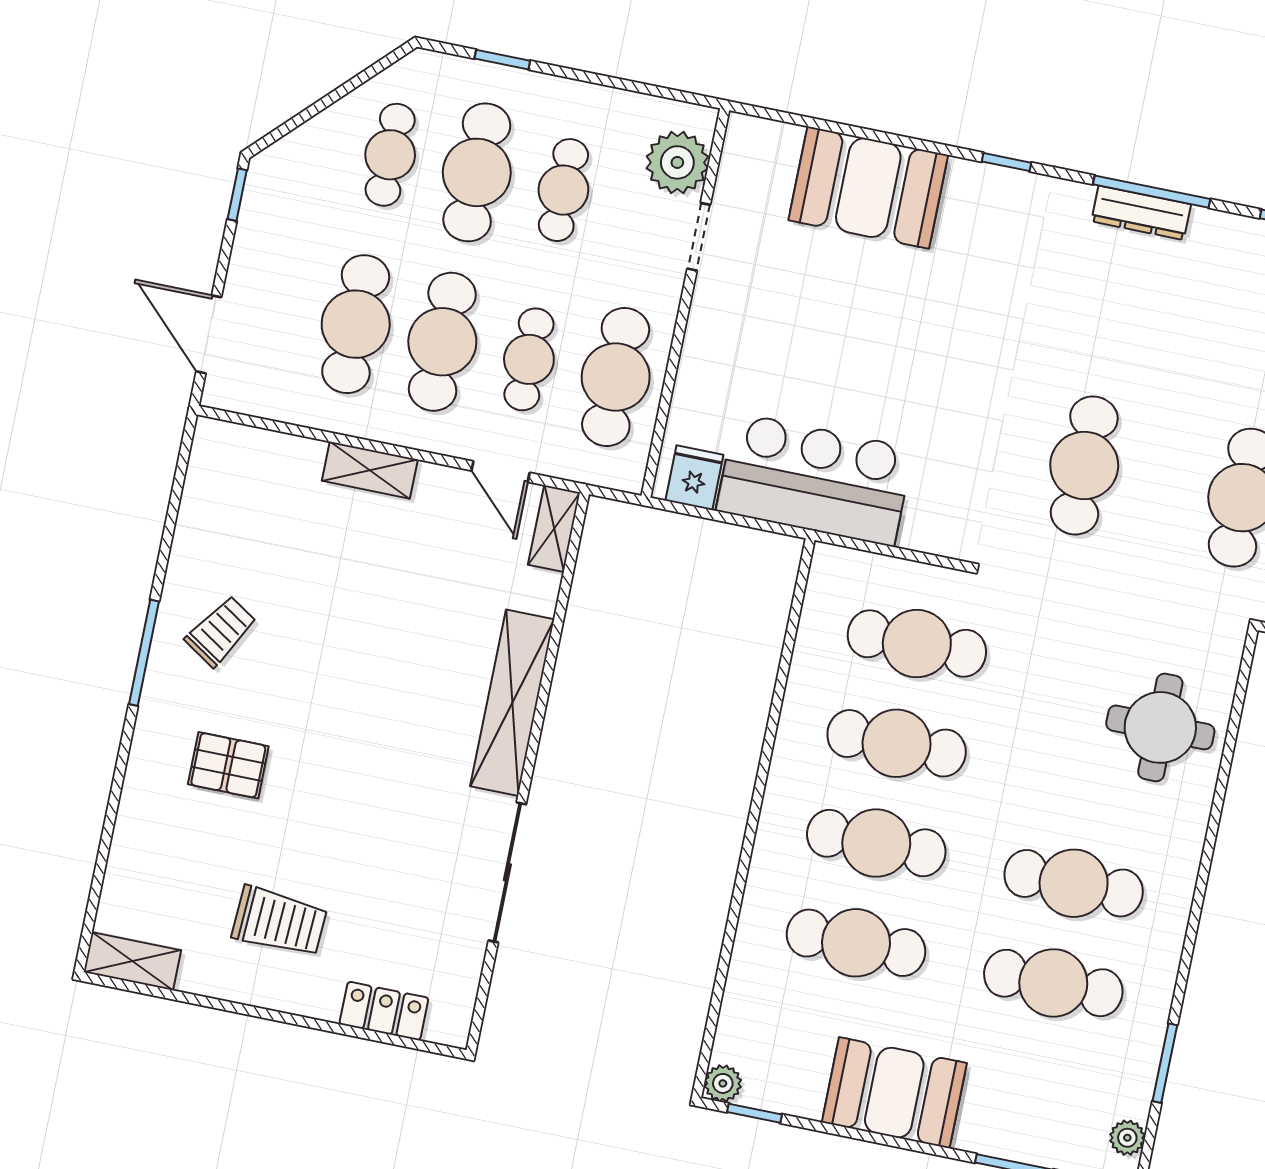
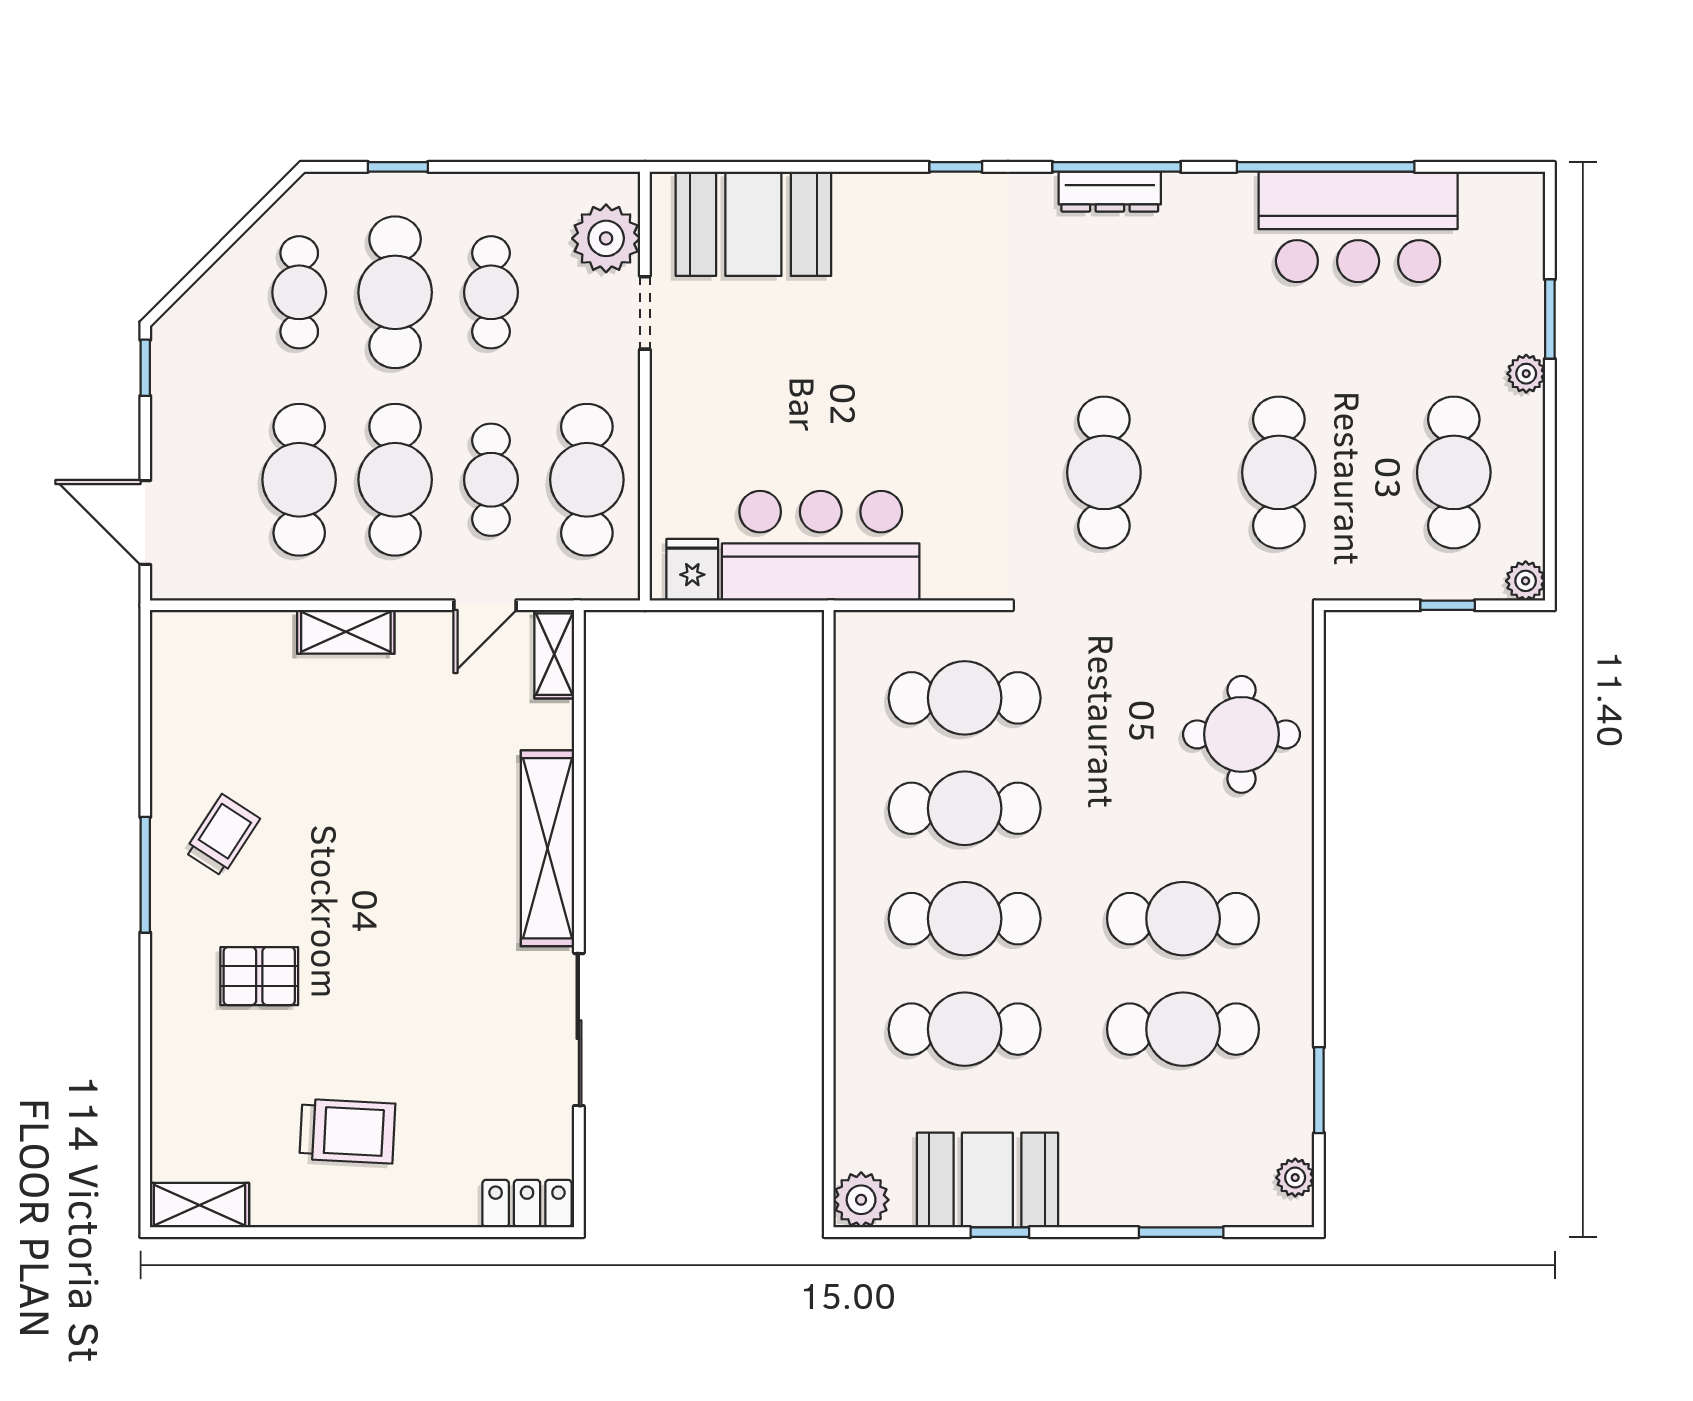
booth: (868, 188) -> (753, 224), moved
door: (500, 472) -> (485, 605), hinge flipped
locker: (384, 1011) -> (527, 1204), moved
plant: (723, 1083) -> (861, 1200), width x1.38, depth x1.38
booth: (894, 1093) -> (987, 1180), moved
window: (754, 1113) -> (1000, 1232), moved

